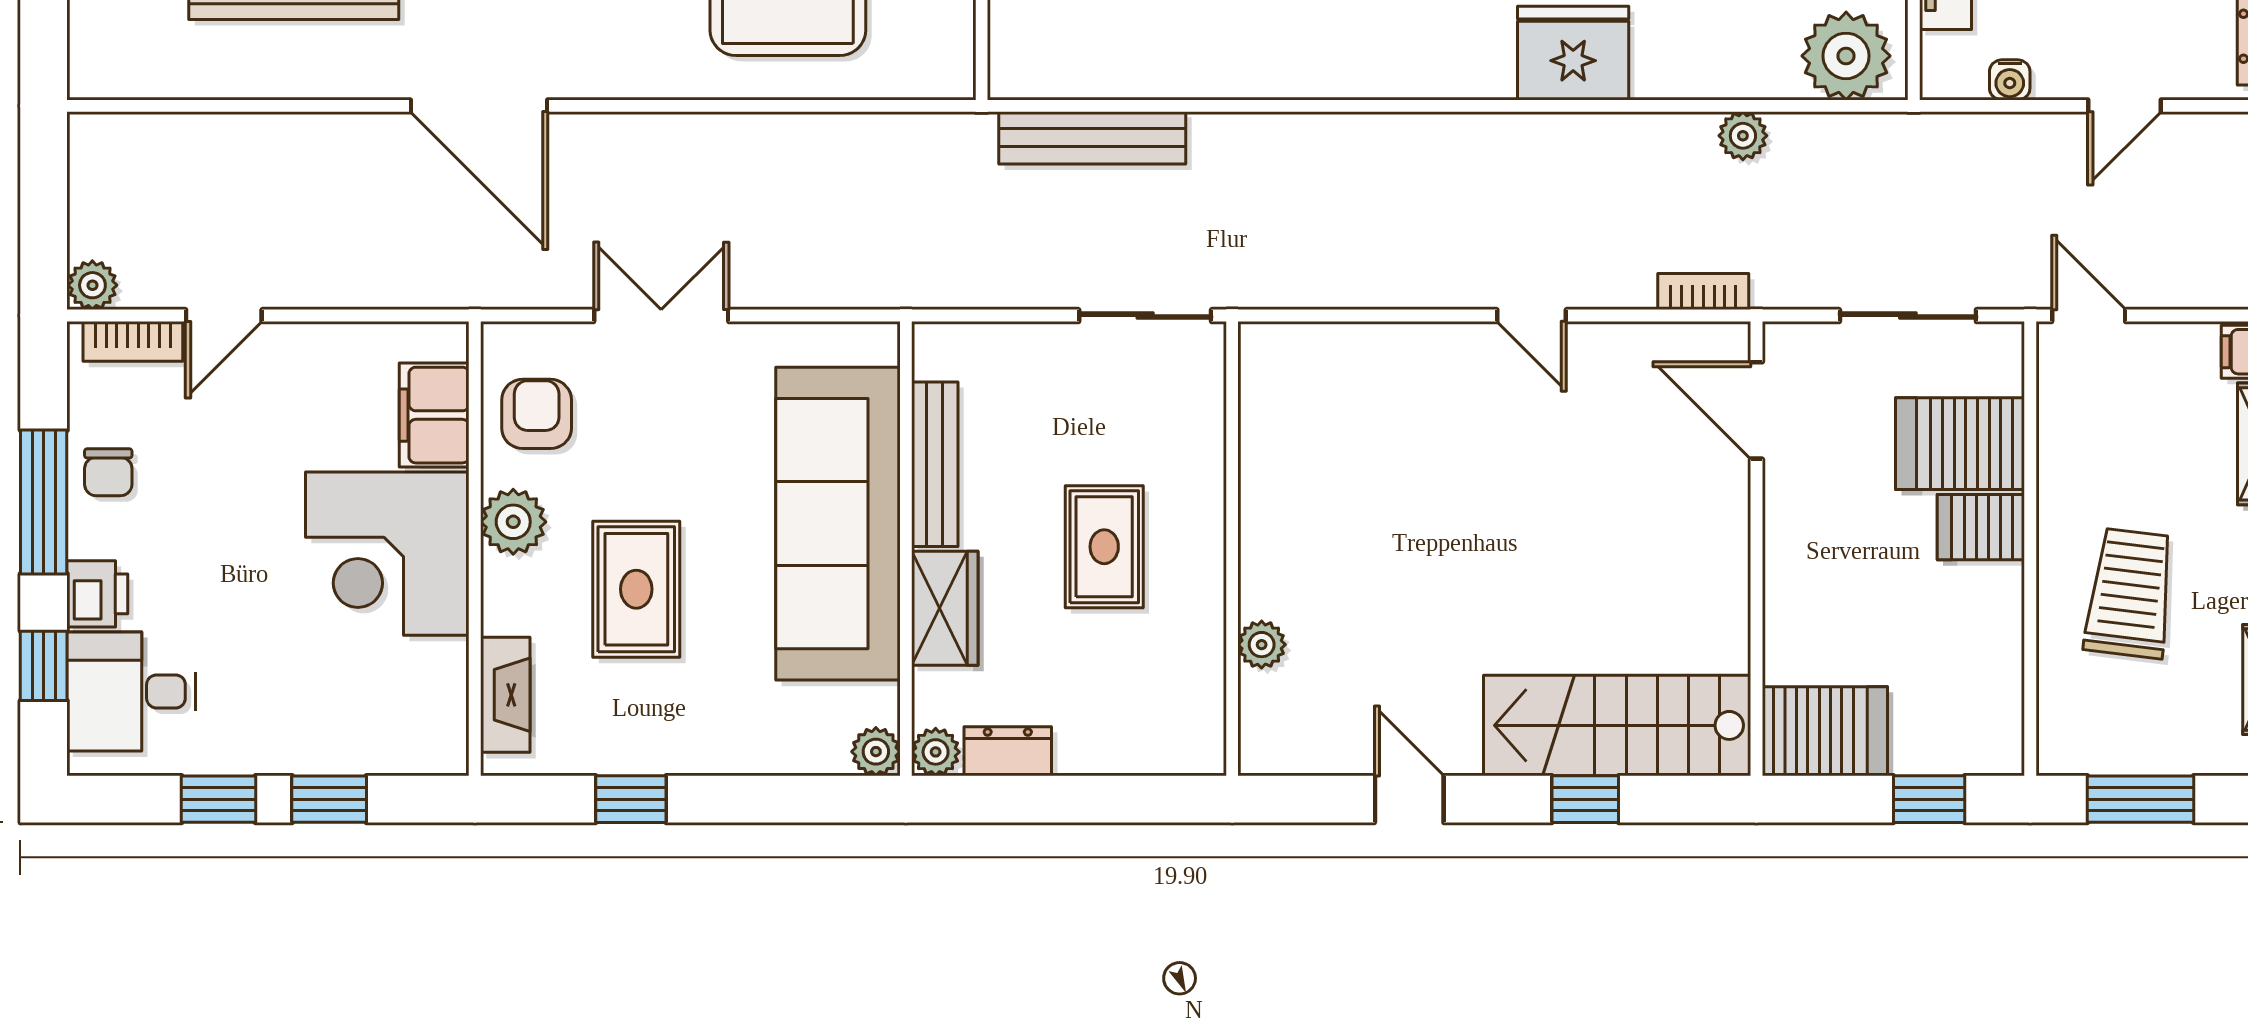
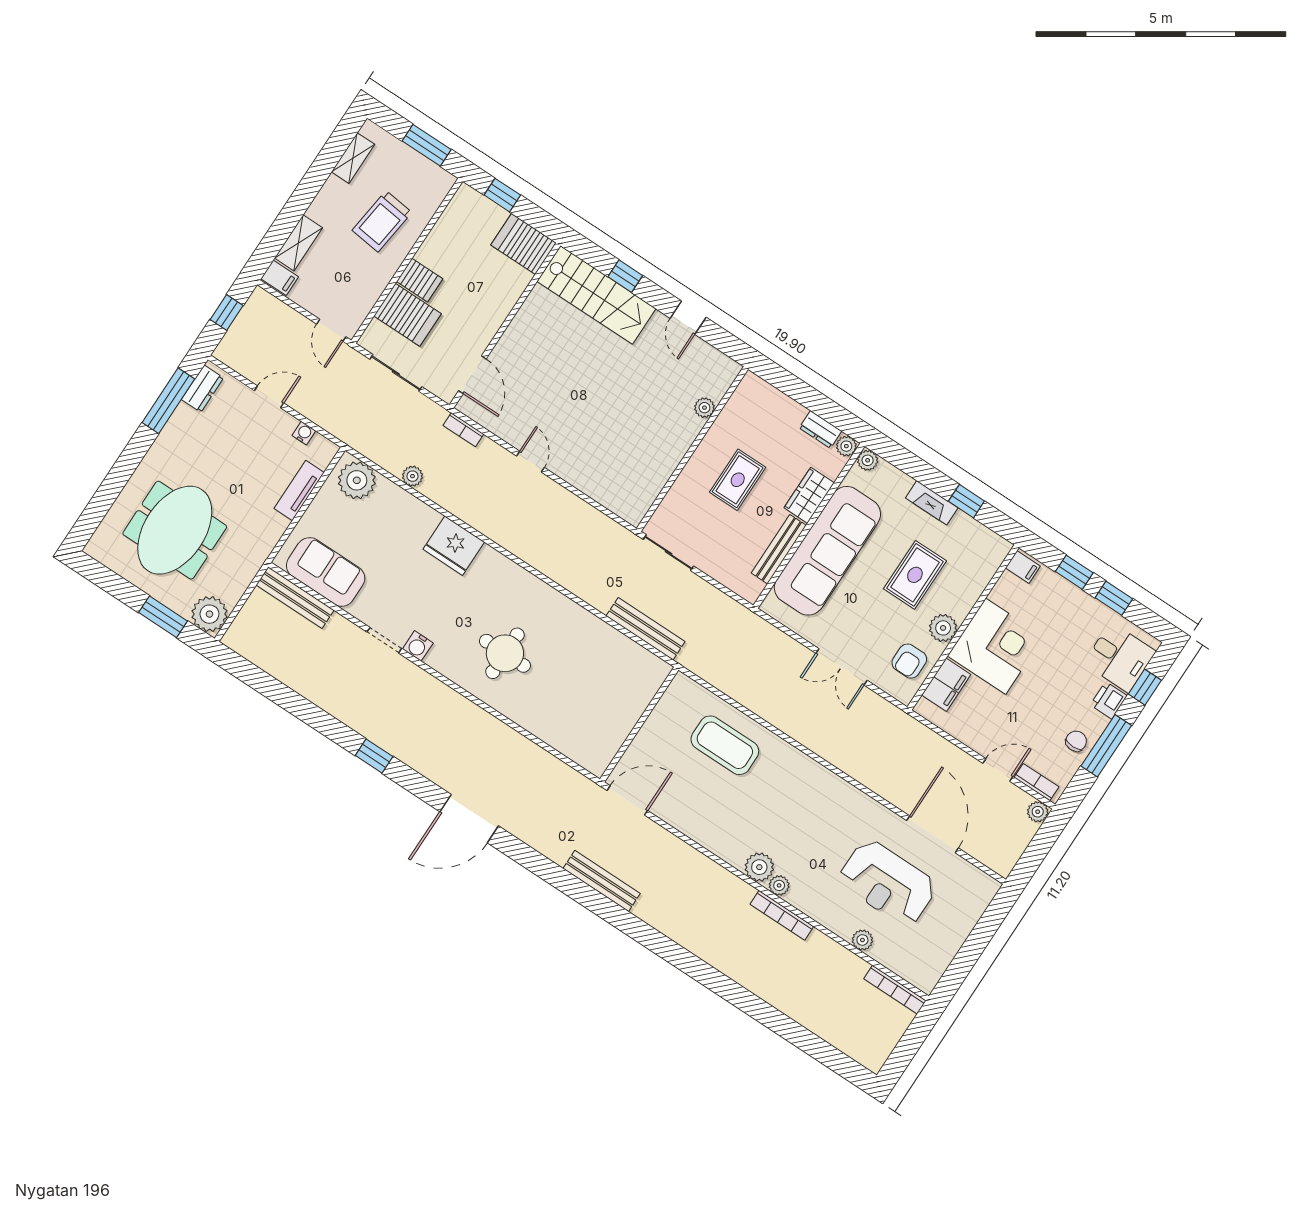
door: (479, 106) -> (933, 834), moved
fireplace: (505, 695) -> (932, 503), moved, turned -90
filing cabinet: (436, 743) -> (1023, 567), added

